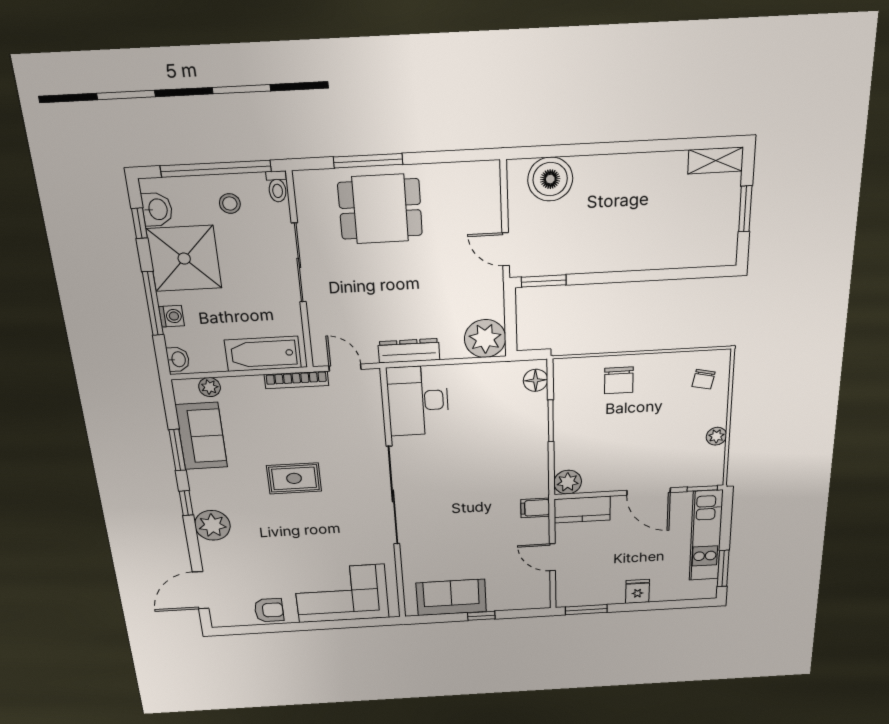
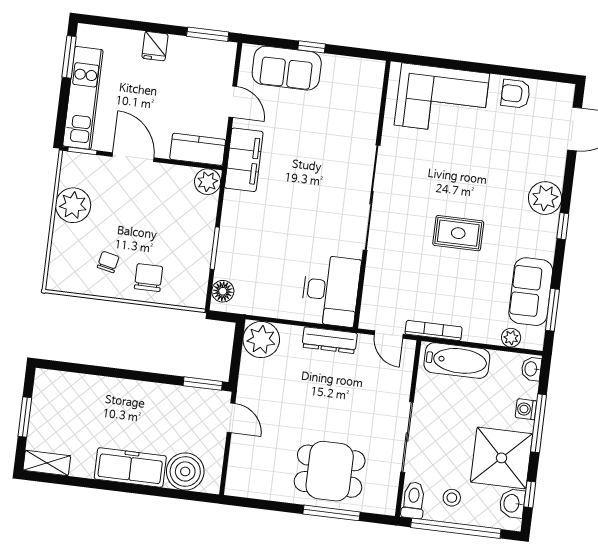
freezer: (616, 172) -> (130, 467), added
toilet: (277, 187) -> (413, 500), width x1.37, depth x1.39
chair: (704, 379) -> (108, 262), moved
plant: (716, 436) -> (73, 205), width x1.88, depth x1.88
window: (177, 450) -> (552, 310), moved
filing cabinet: (535, 508) -> (244, 160), width x3.00, depth x1.17
sofa: (451, 597) -> (287, 68), moved

